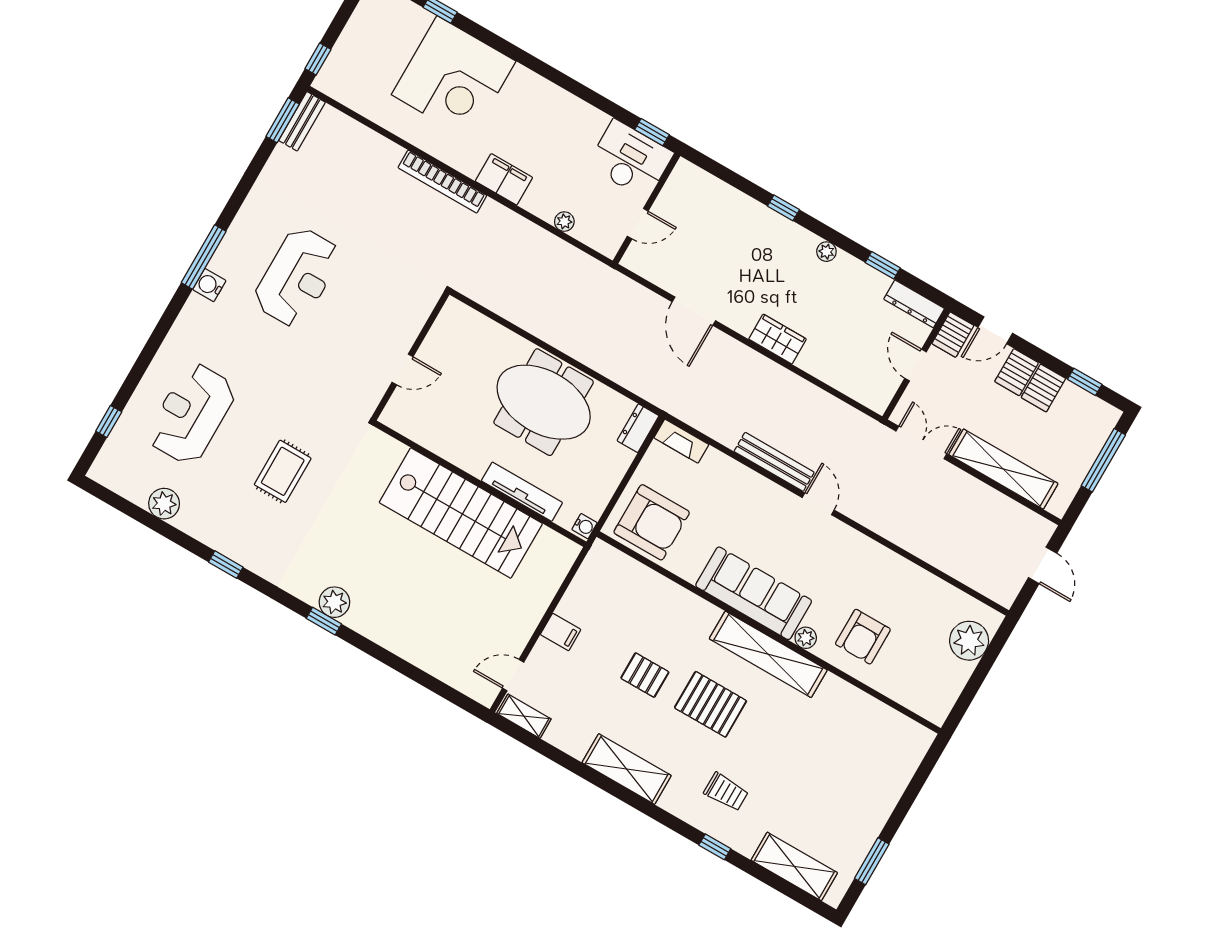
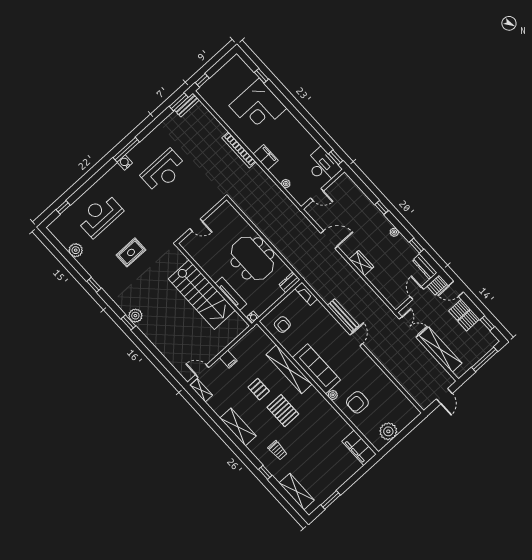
door: (694, 311) -> (329, 240), swing flipped
armchair: (652, 522) -> (282, 325), width x0.53, depth x0.53
plant: (969, 641) -> (388, 431), moved
shelving: (768, 654) -> (289, 369), moved
filing cabinet: (897, 732) -> (359, 448), added

